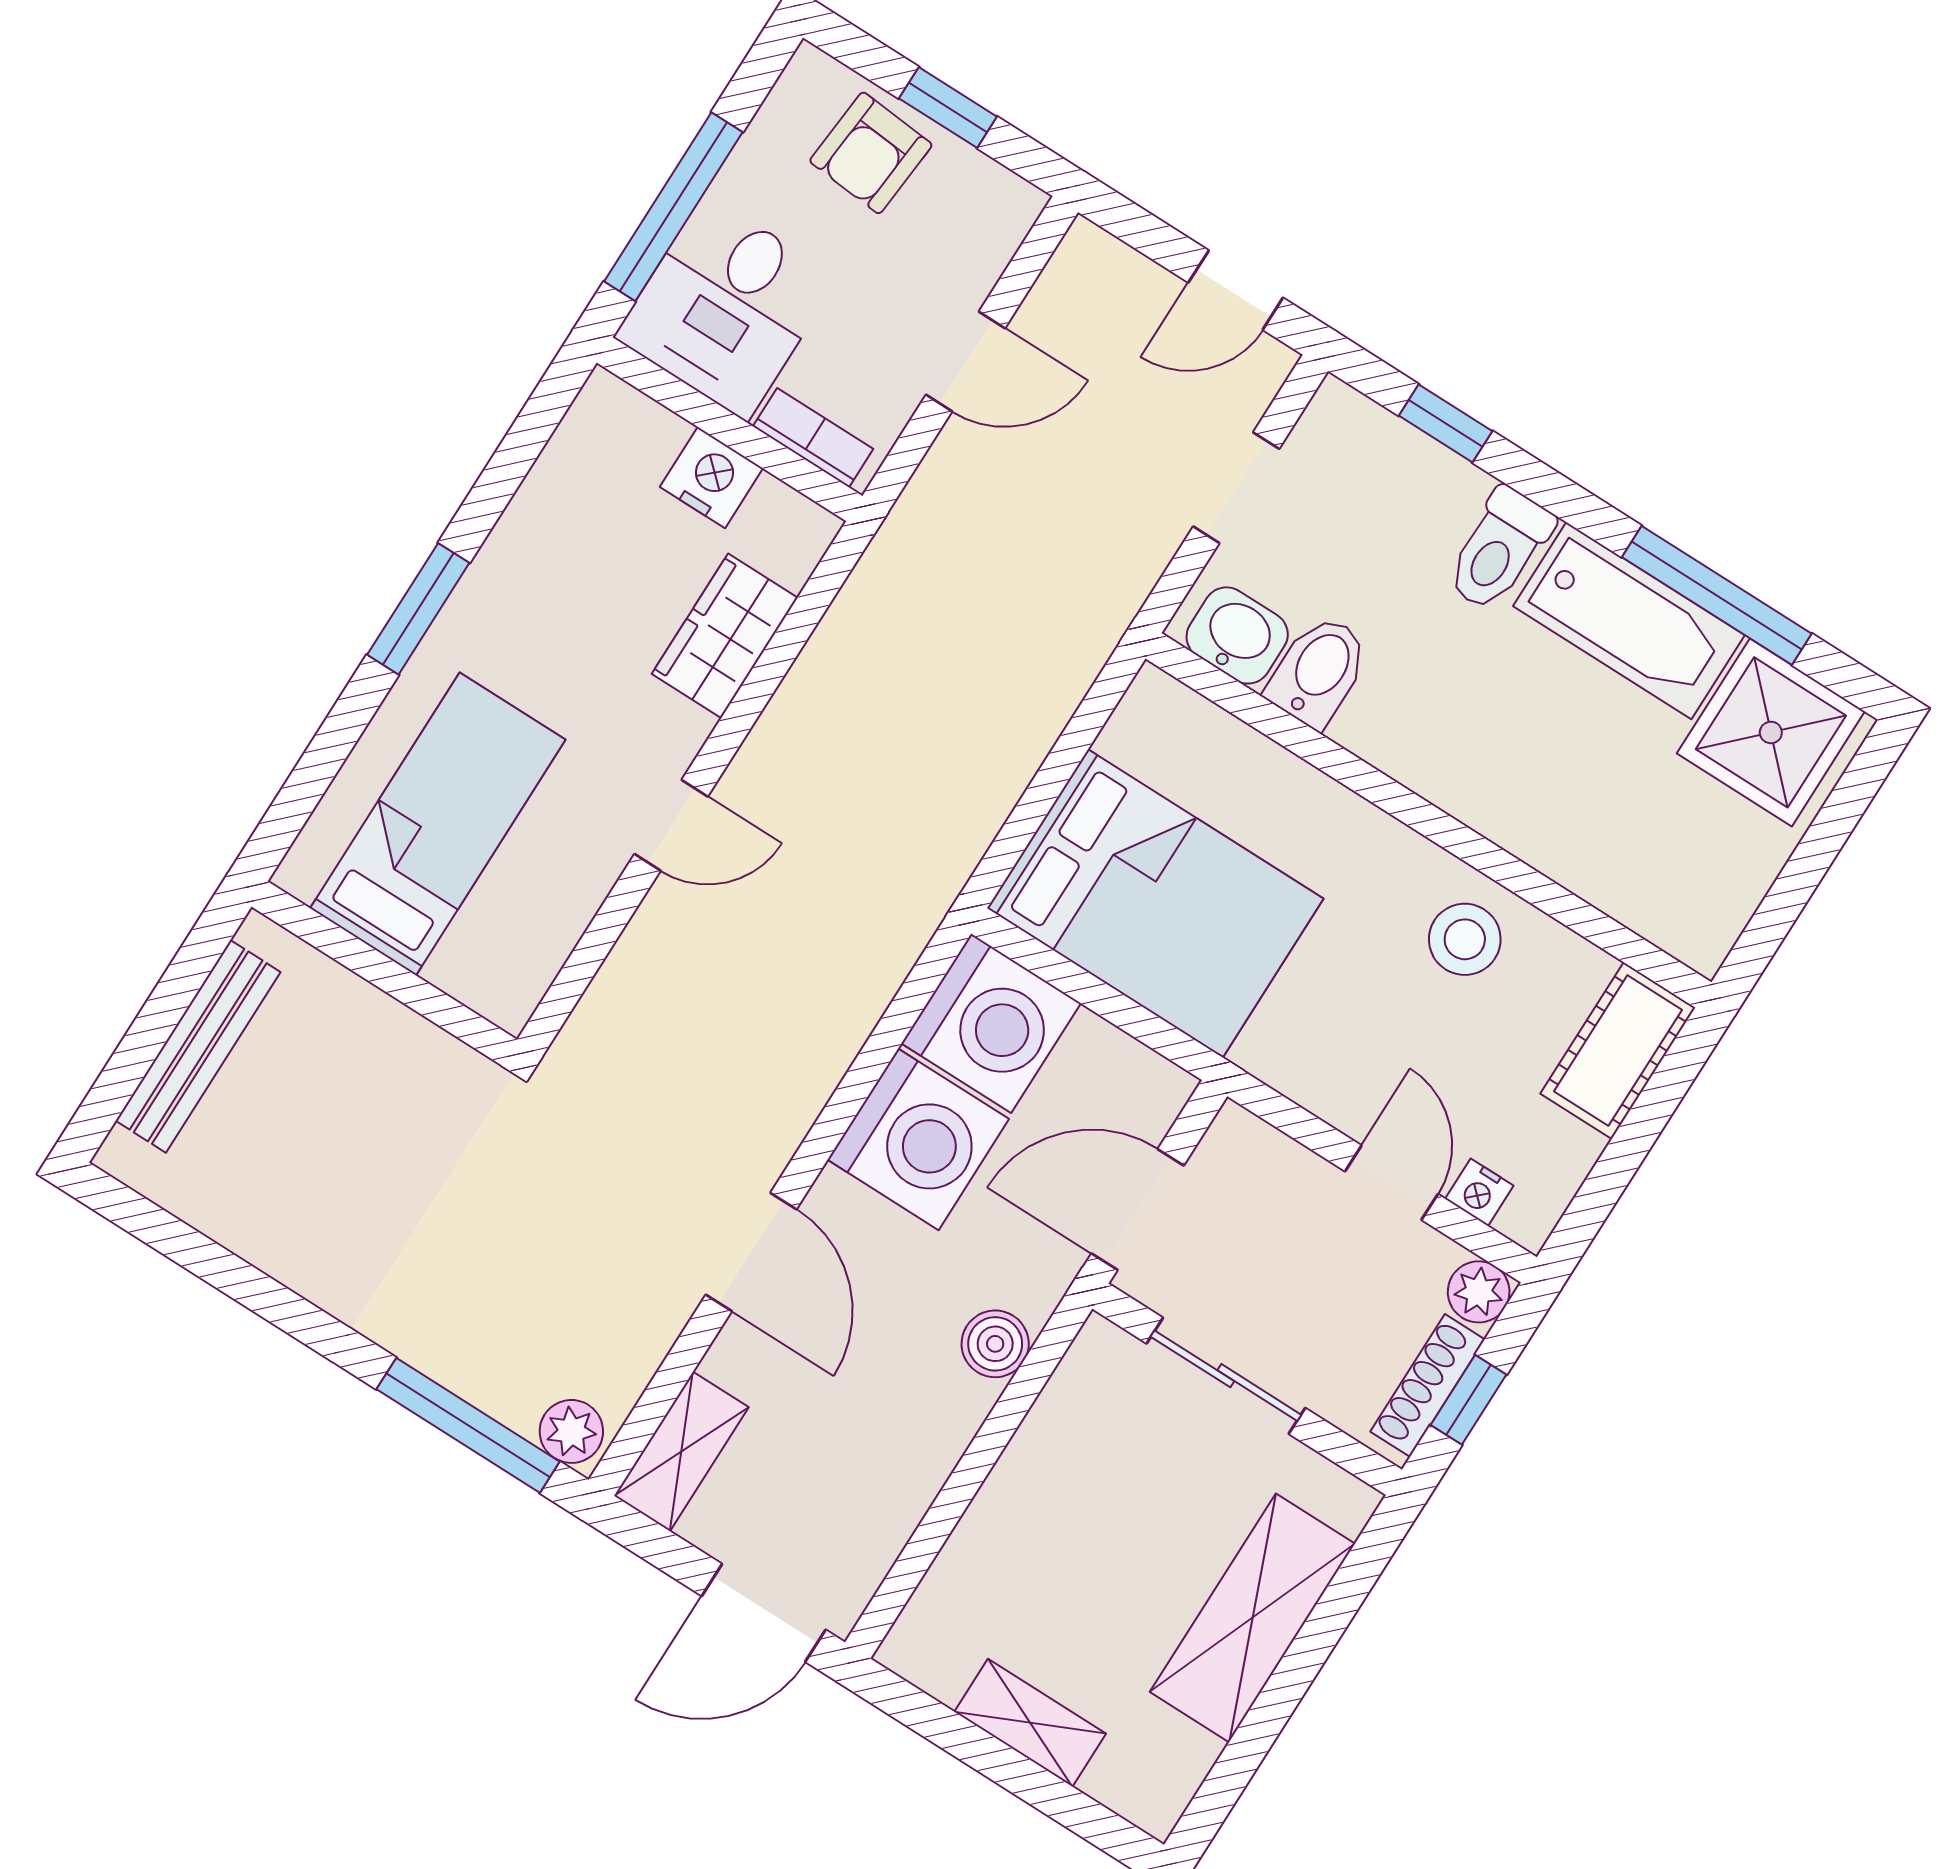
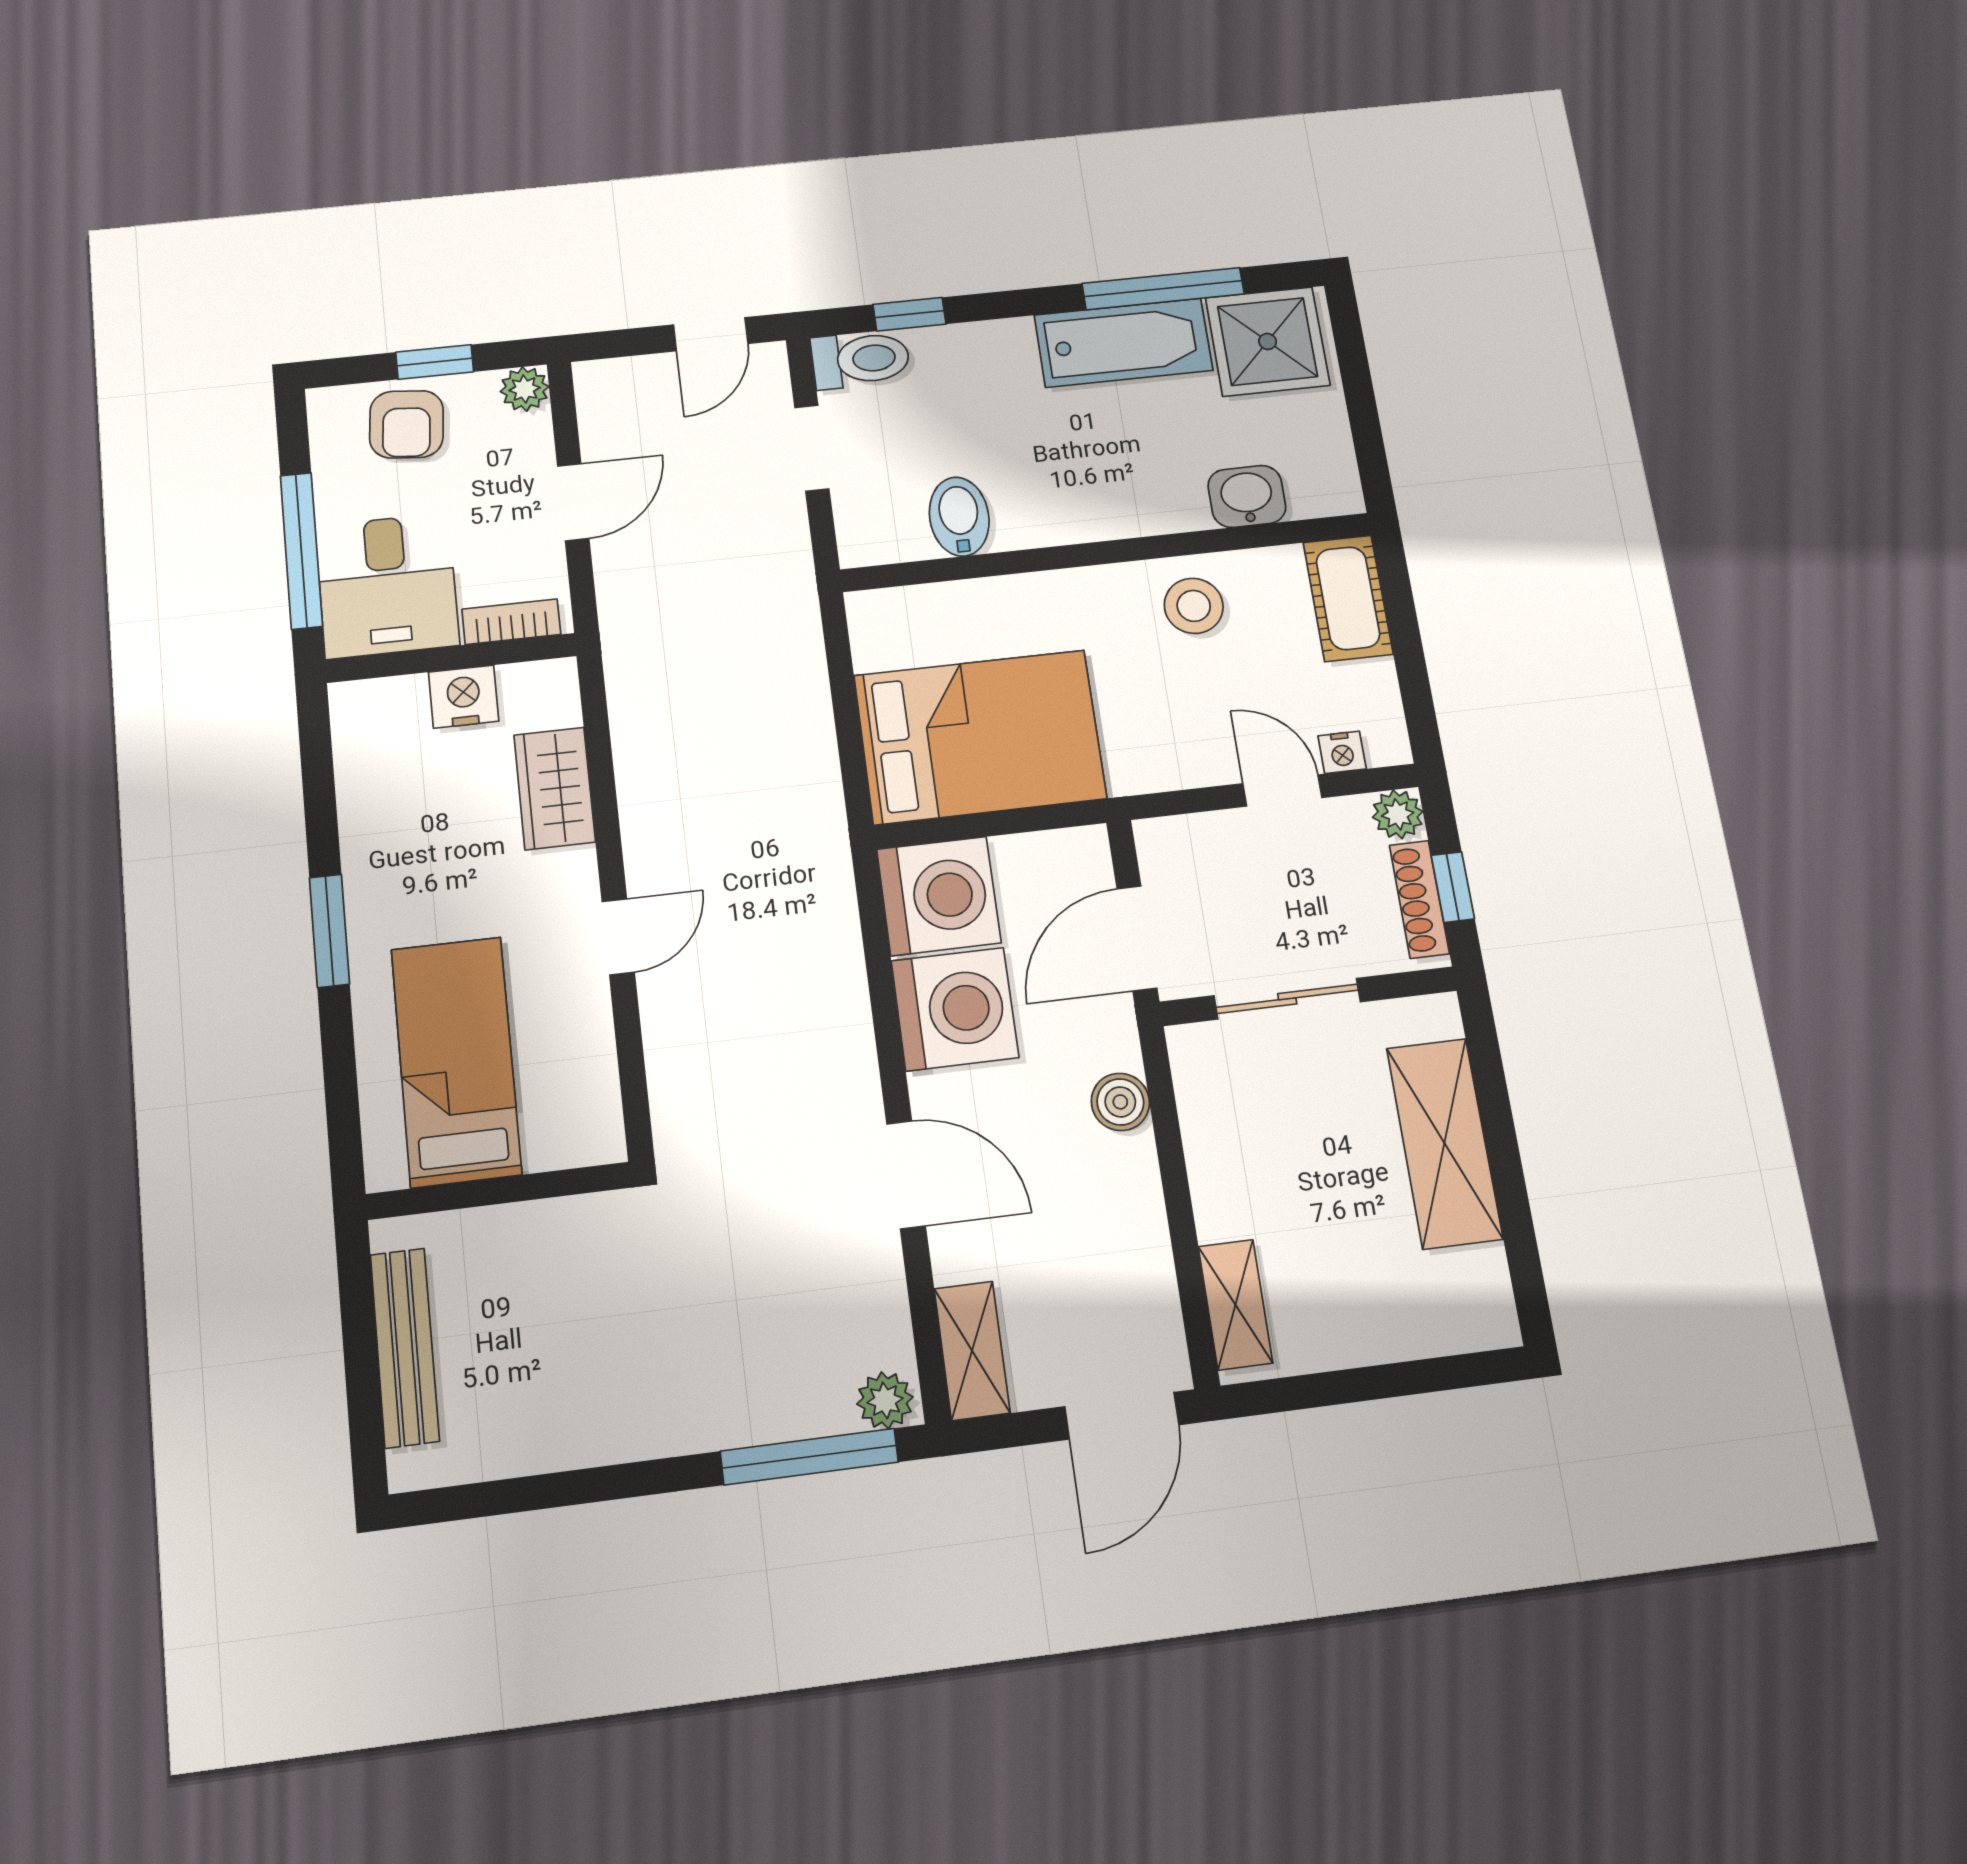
plant: (1011, 205) -> (525, 389), added
toilet: (1499, 550) -> (861, 359), moved, turned -90
washbasin: (1237, 635) -> (1247, 496), moved
shelving: (1030, 1723) -> (1235, 1305), moved, turned 90

